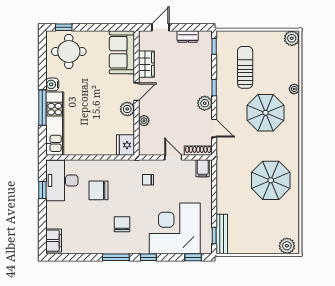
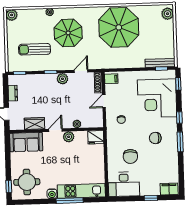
door: (137, 92) -> (55, 130), hinge flipped
parasol: (271, 180) -> (119, 27), width x1.36, depth x1.36
window: (42, 190) -> (151, 198), moved

